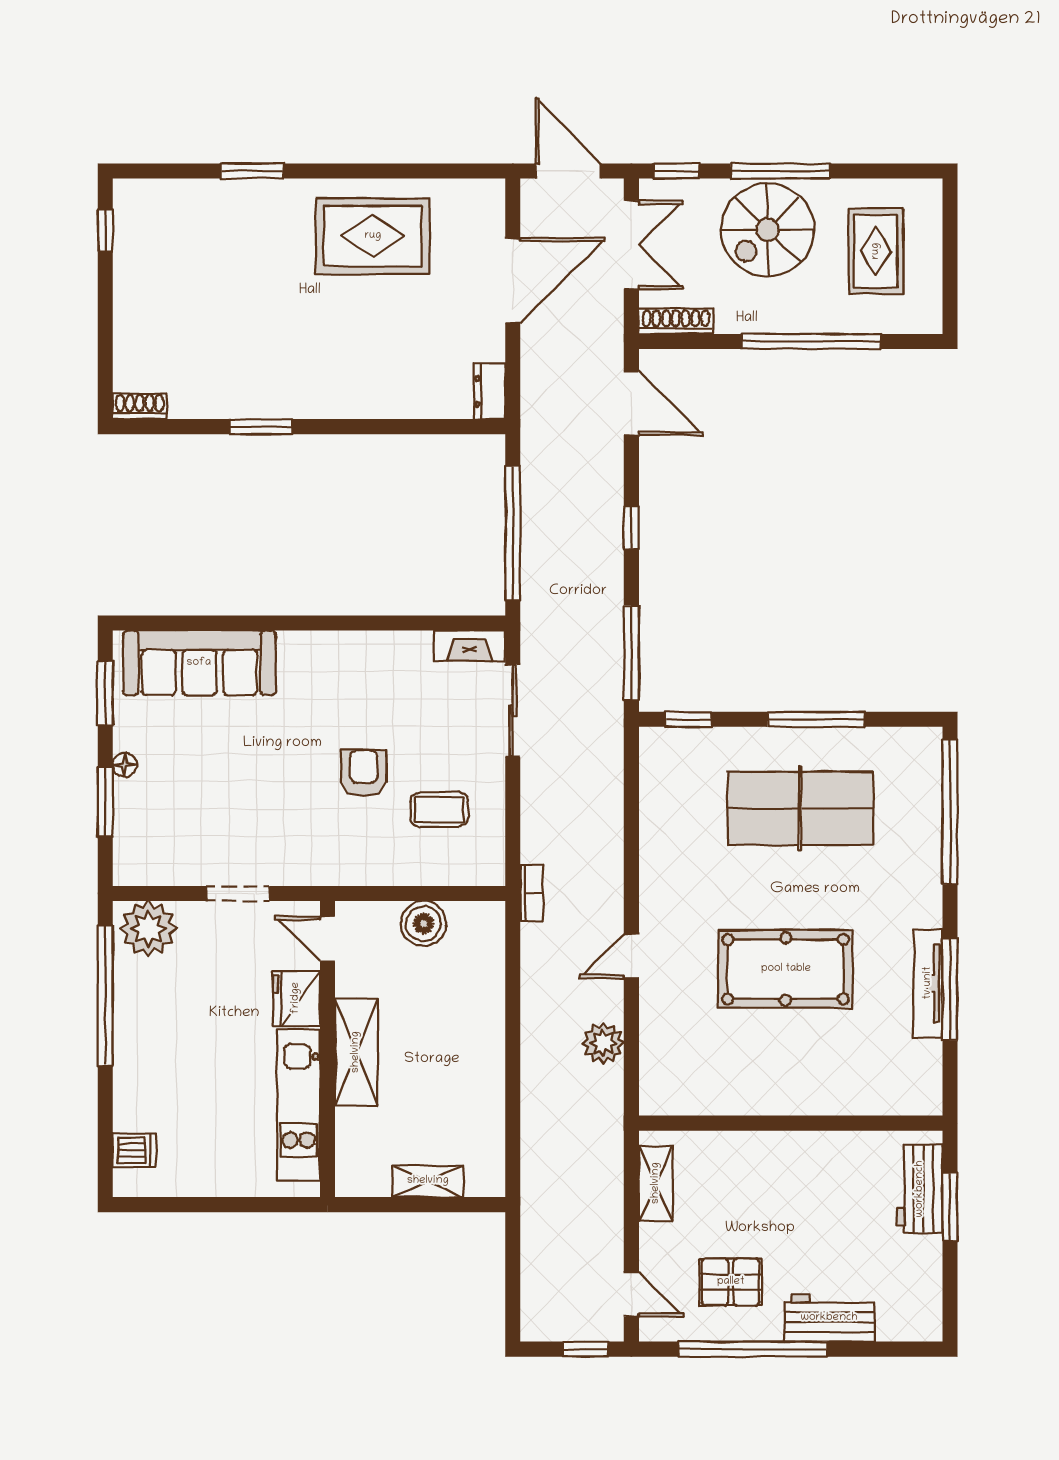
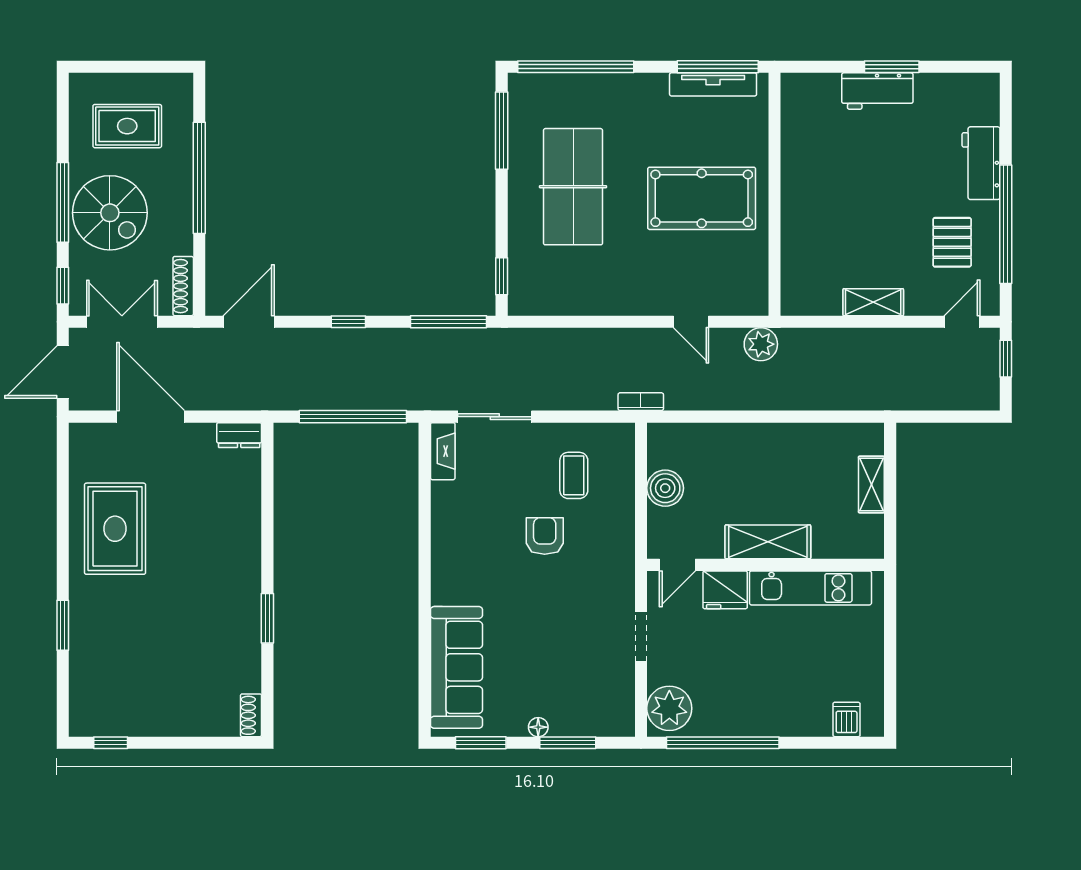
window: (816, 719) -> (502, 131), moved
armchair: (364, 773) -> (545, 536), turned 90
pool table: (786, 969) -> (702, 198), turned 90
wall: (791, 1123) -> (774, 194), moved

